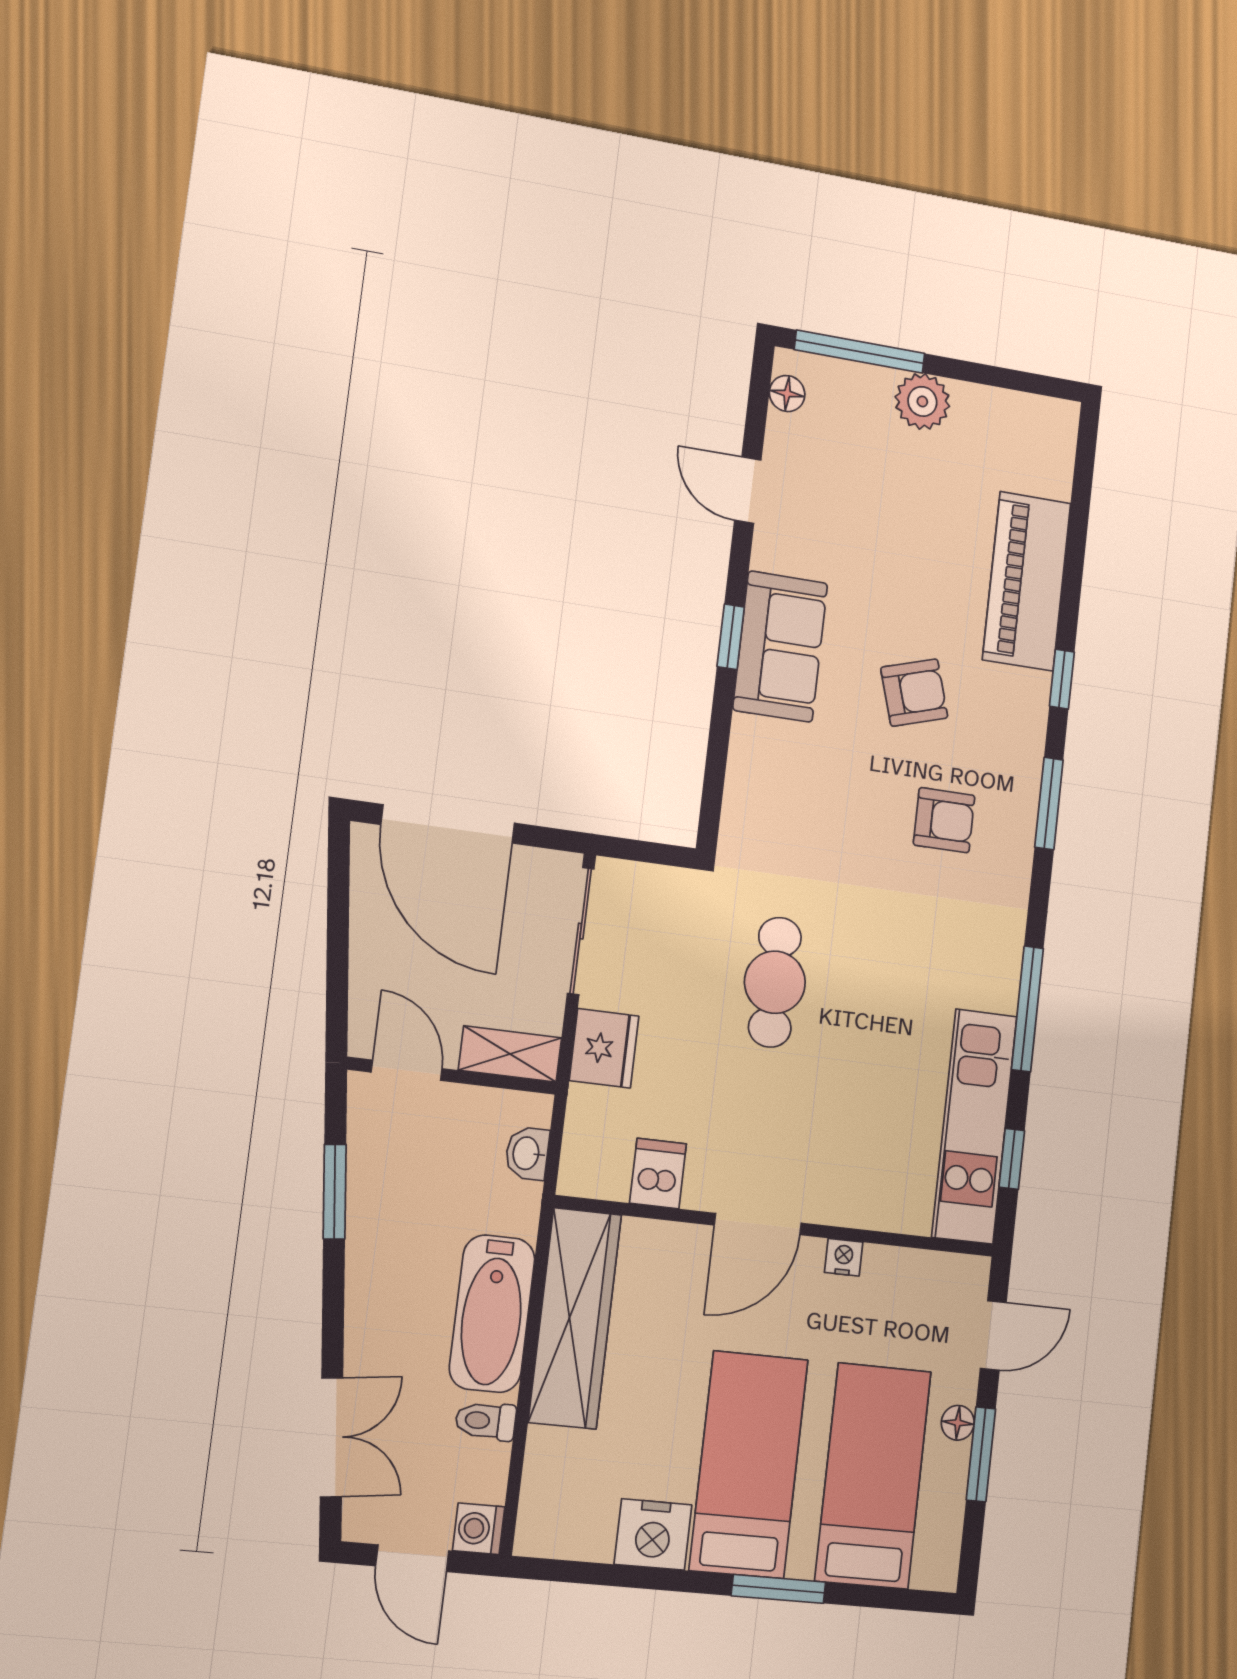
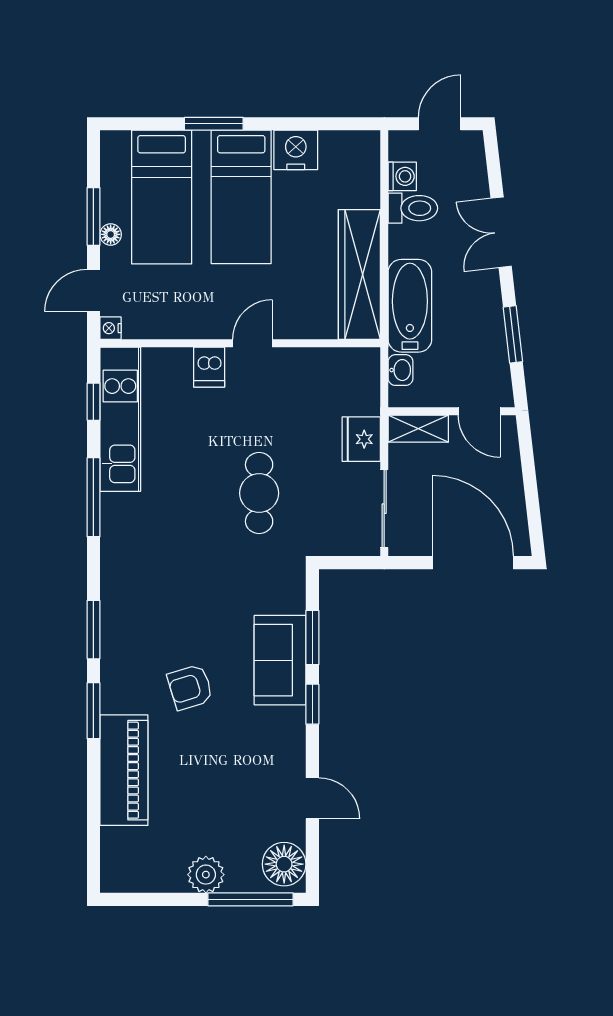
floor lamp: (787, 393) -> (284, 864), width x1.89, depth x1.89
sofa: (780, 647) -> (280, 660), moved
window: (1062, 679) -> (93, 711), width x1.50
window: (718, 742) -> (312, 637), added
armchair: (944, 820) -> (162, 609), removed
dishwasher: (658, 1173) -> (209, 367), moved
door: (758, 1224) -> (253, 343), width x0.73
nightstand: (844, 1257) -> (111, 328), moved, turned 90
bathtub: (492, 1314) -> (410, 306), moved
toilet: (486, 1421) -> (413, 208), width x1.37, depth x1.39
double door: (332, 1437) -> (501, 232), moved
washing machine: (479, 1529) -> (402, 176), moved
door: (412, 1558) -> (440, 124), hinge flipped

